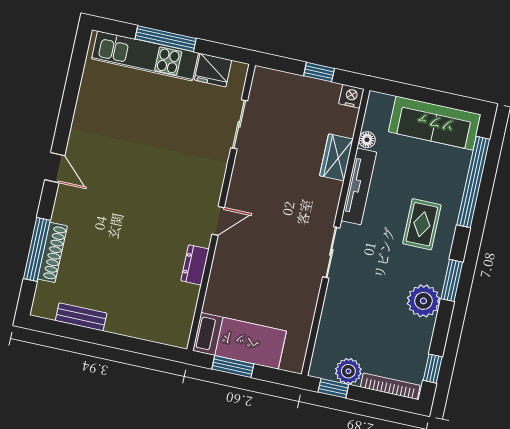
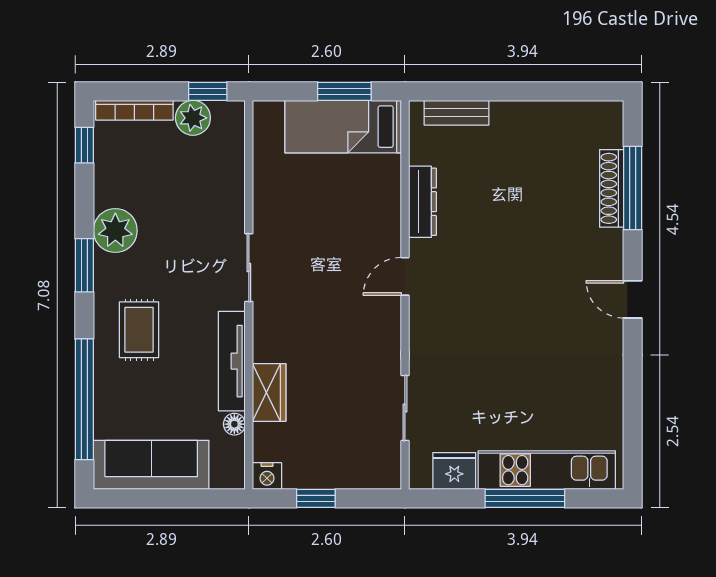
dresser: (195, 265) -> (422, 202), width x1.44
bench: (81, 317) -> (456, 113), moved

